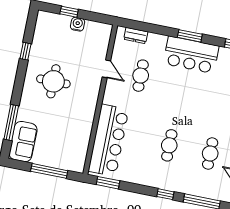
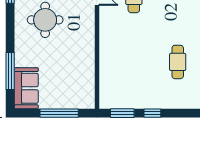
bar counter: (108, 140) -> (114, 69), removed
window: (165, 194) -> (152, 113), moved

